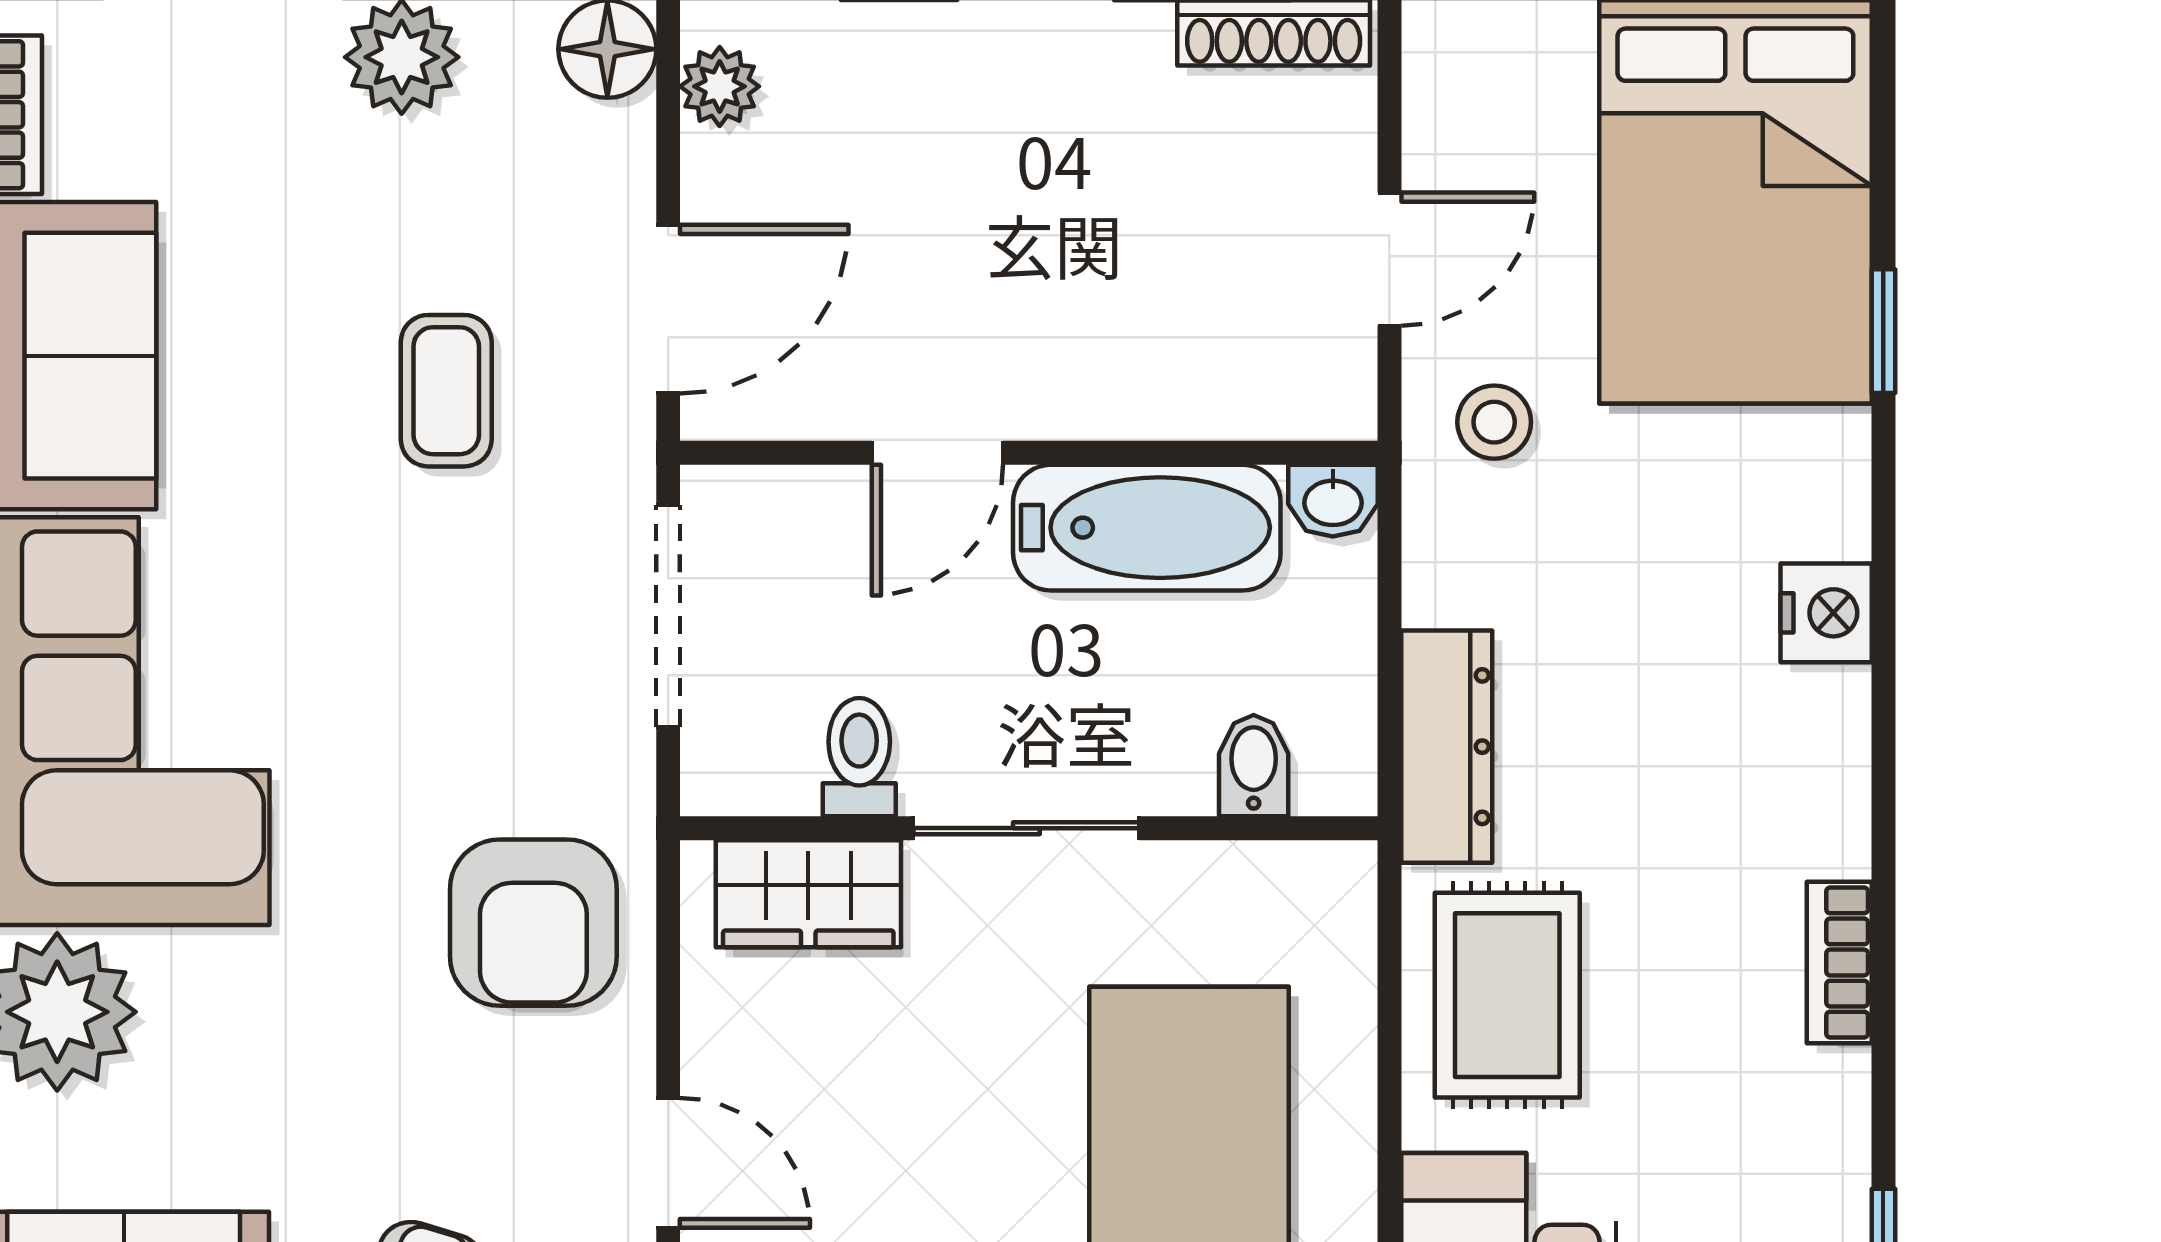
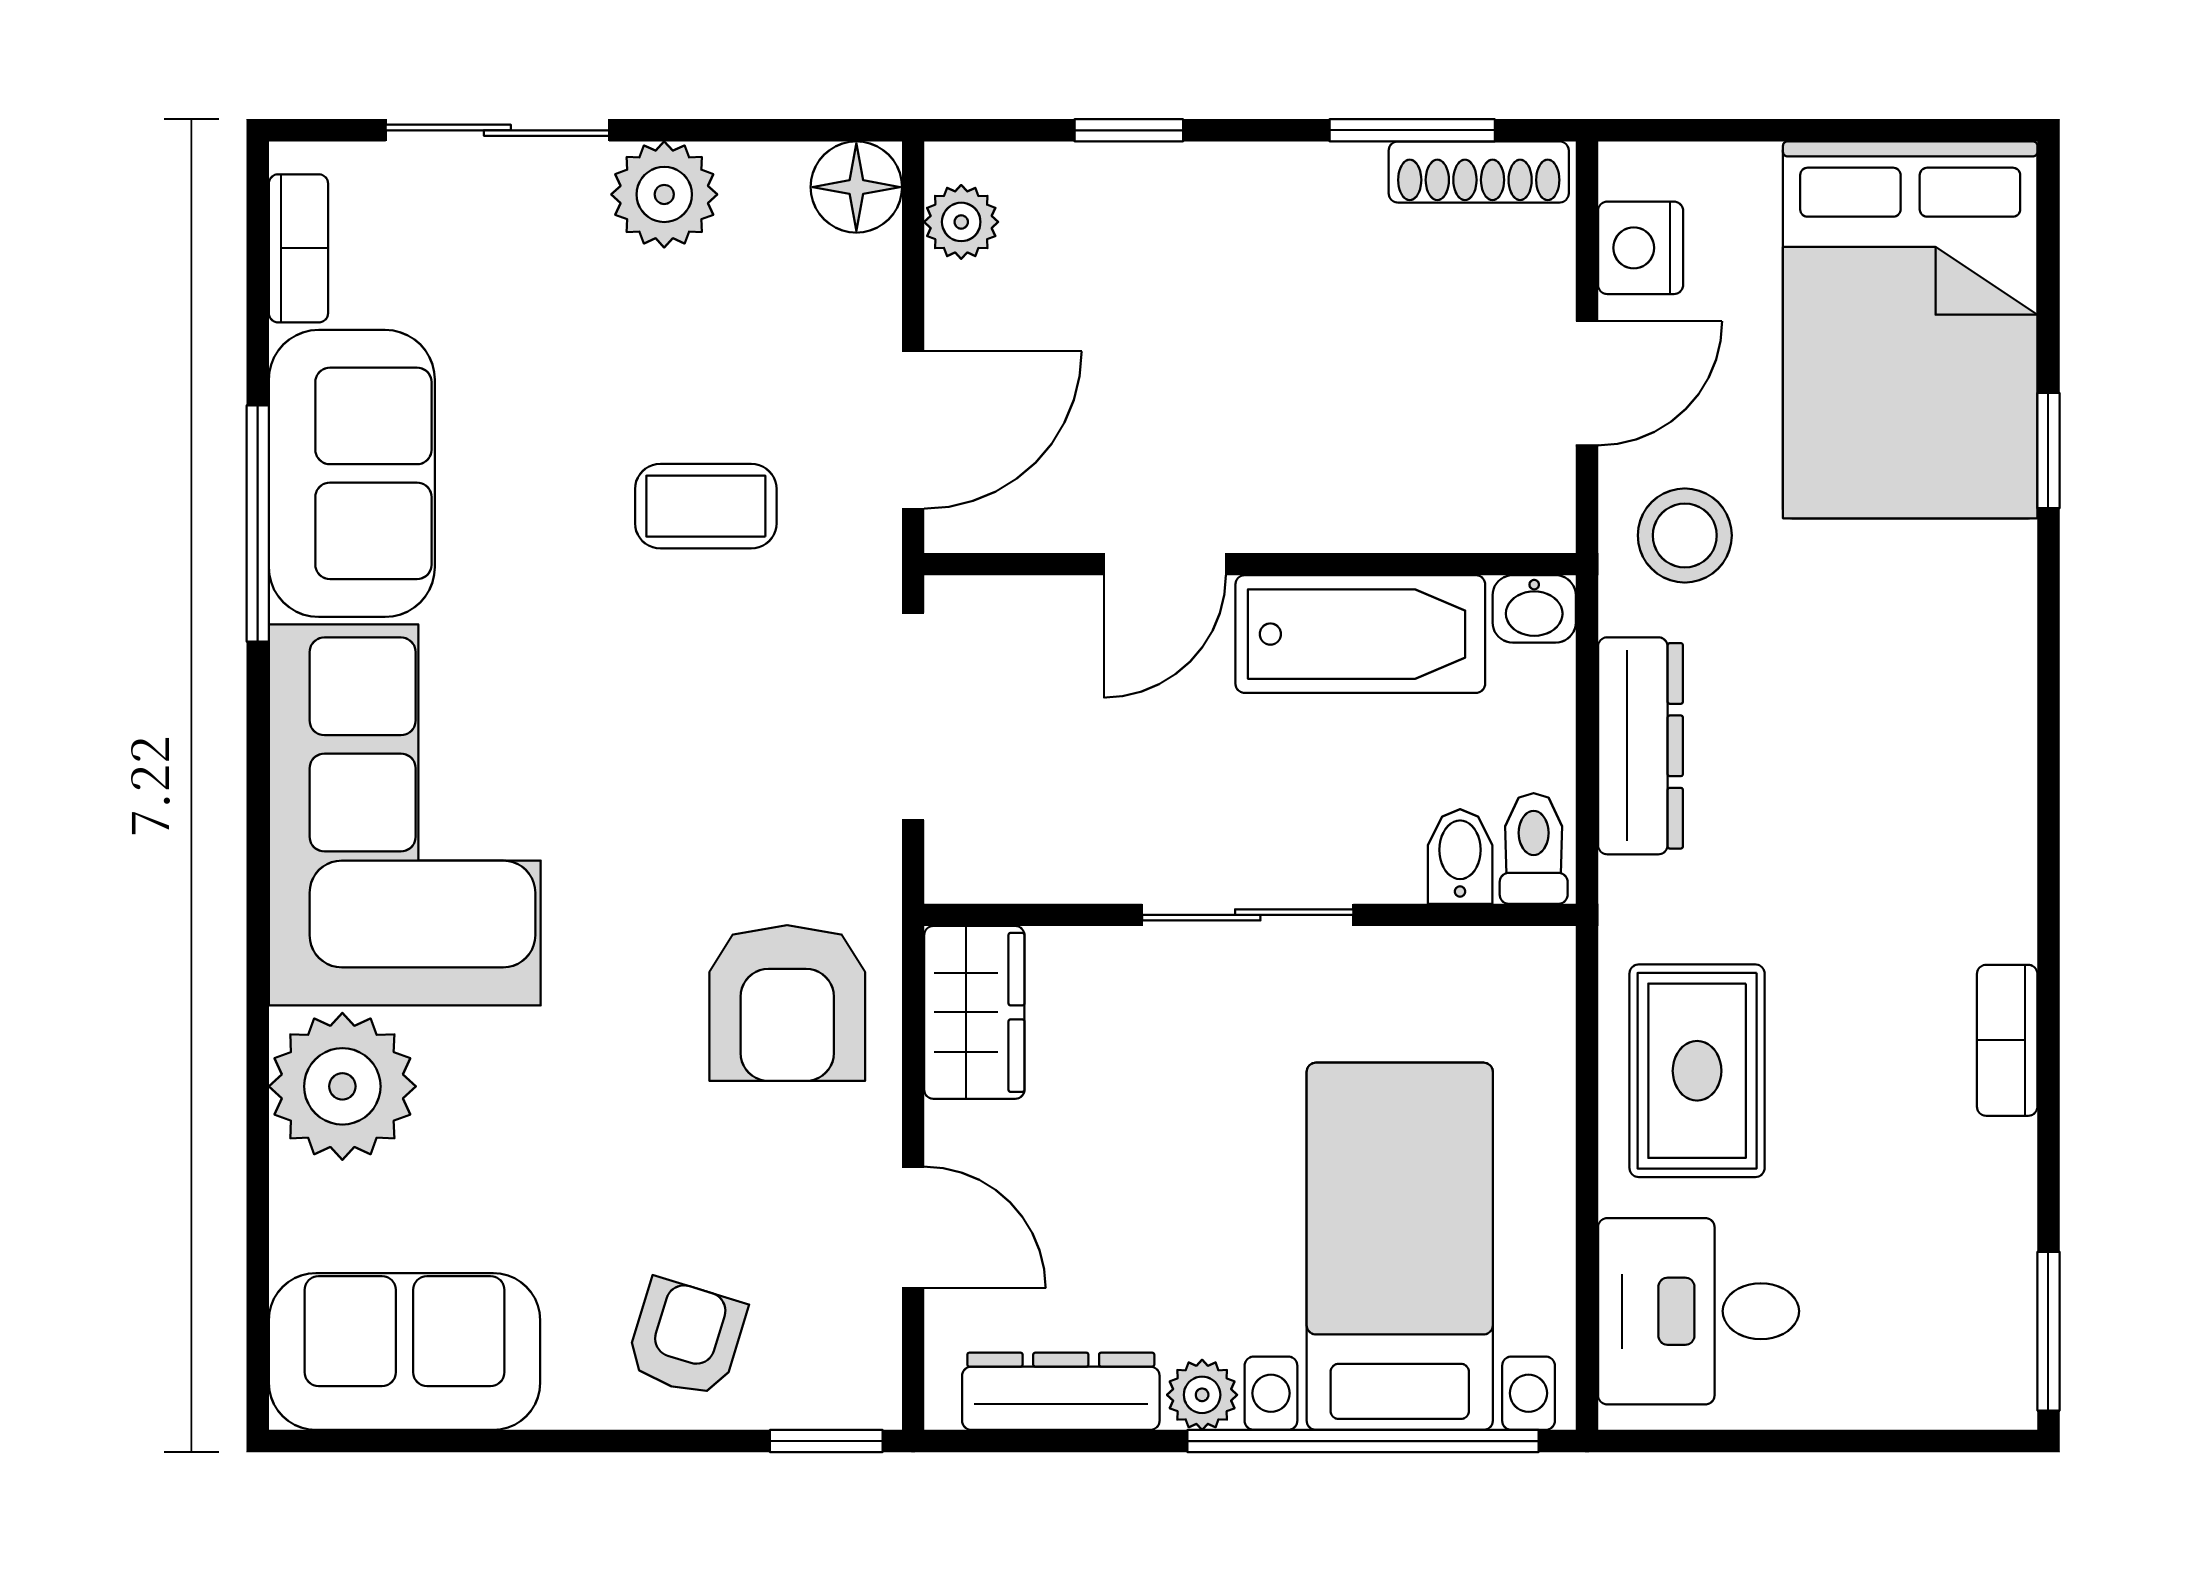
coffee table: (446, 391) -> (706, 506), turned 90
stool: (1494, 422) -> (1685, 535), width x1.37, depth x1.37
nightstand: (1826, 613) -> (1641, 248), moved, turned 180
dresser: (1447, 747) -> (1640, 746), moved
toilet: (859, 757) -> (1534, 848), moved
wardrobe: (808, 894) -> (974, 1012), moved, turned -90

